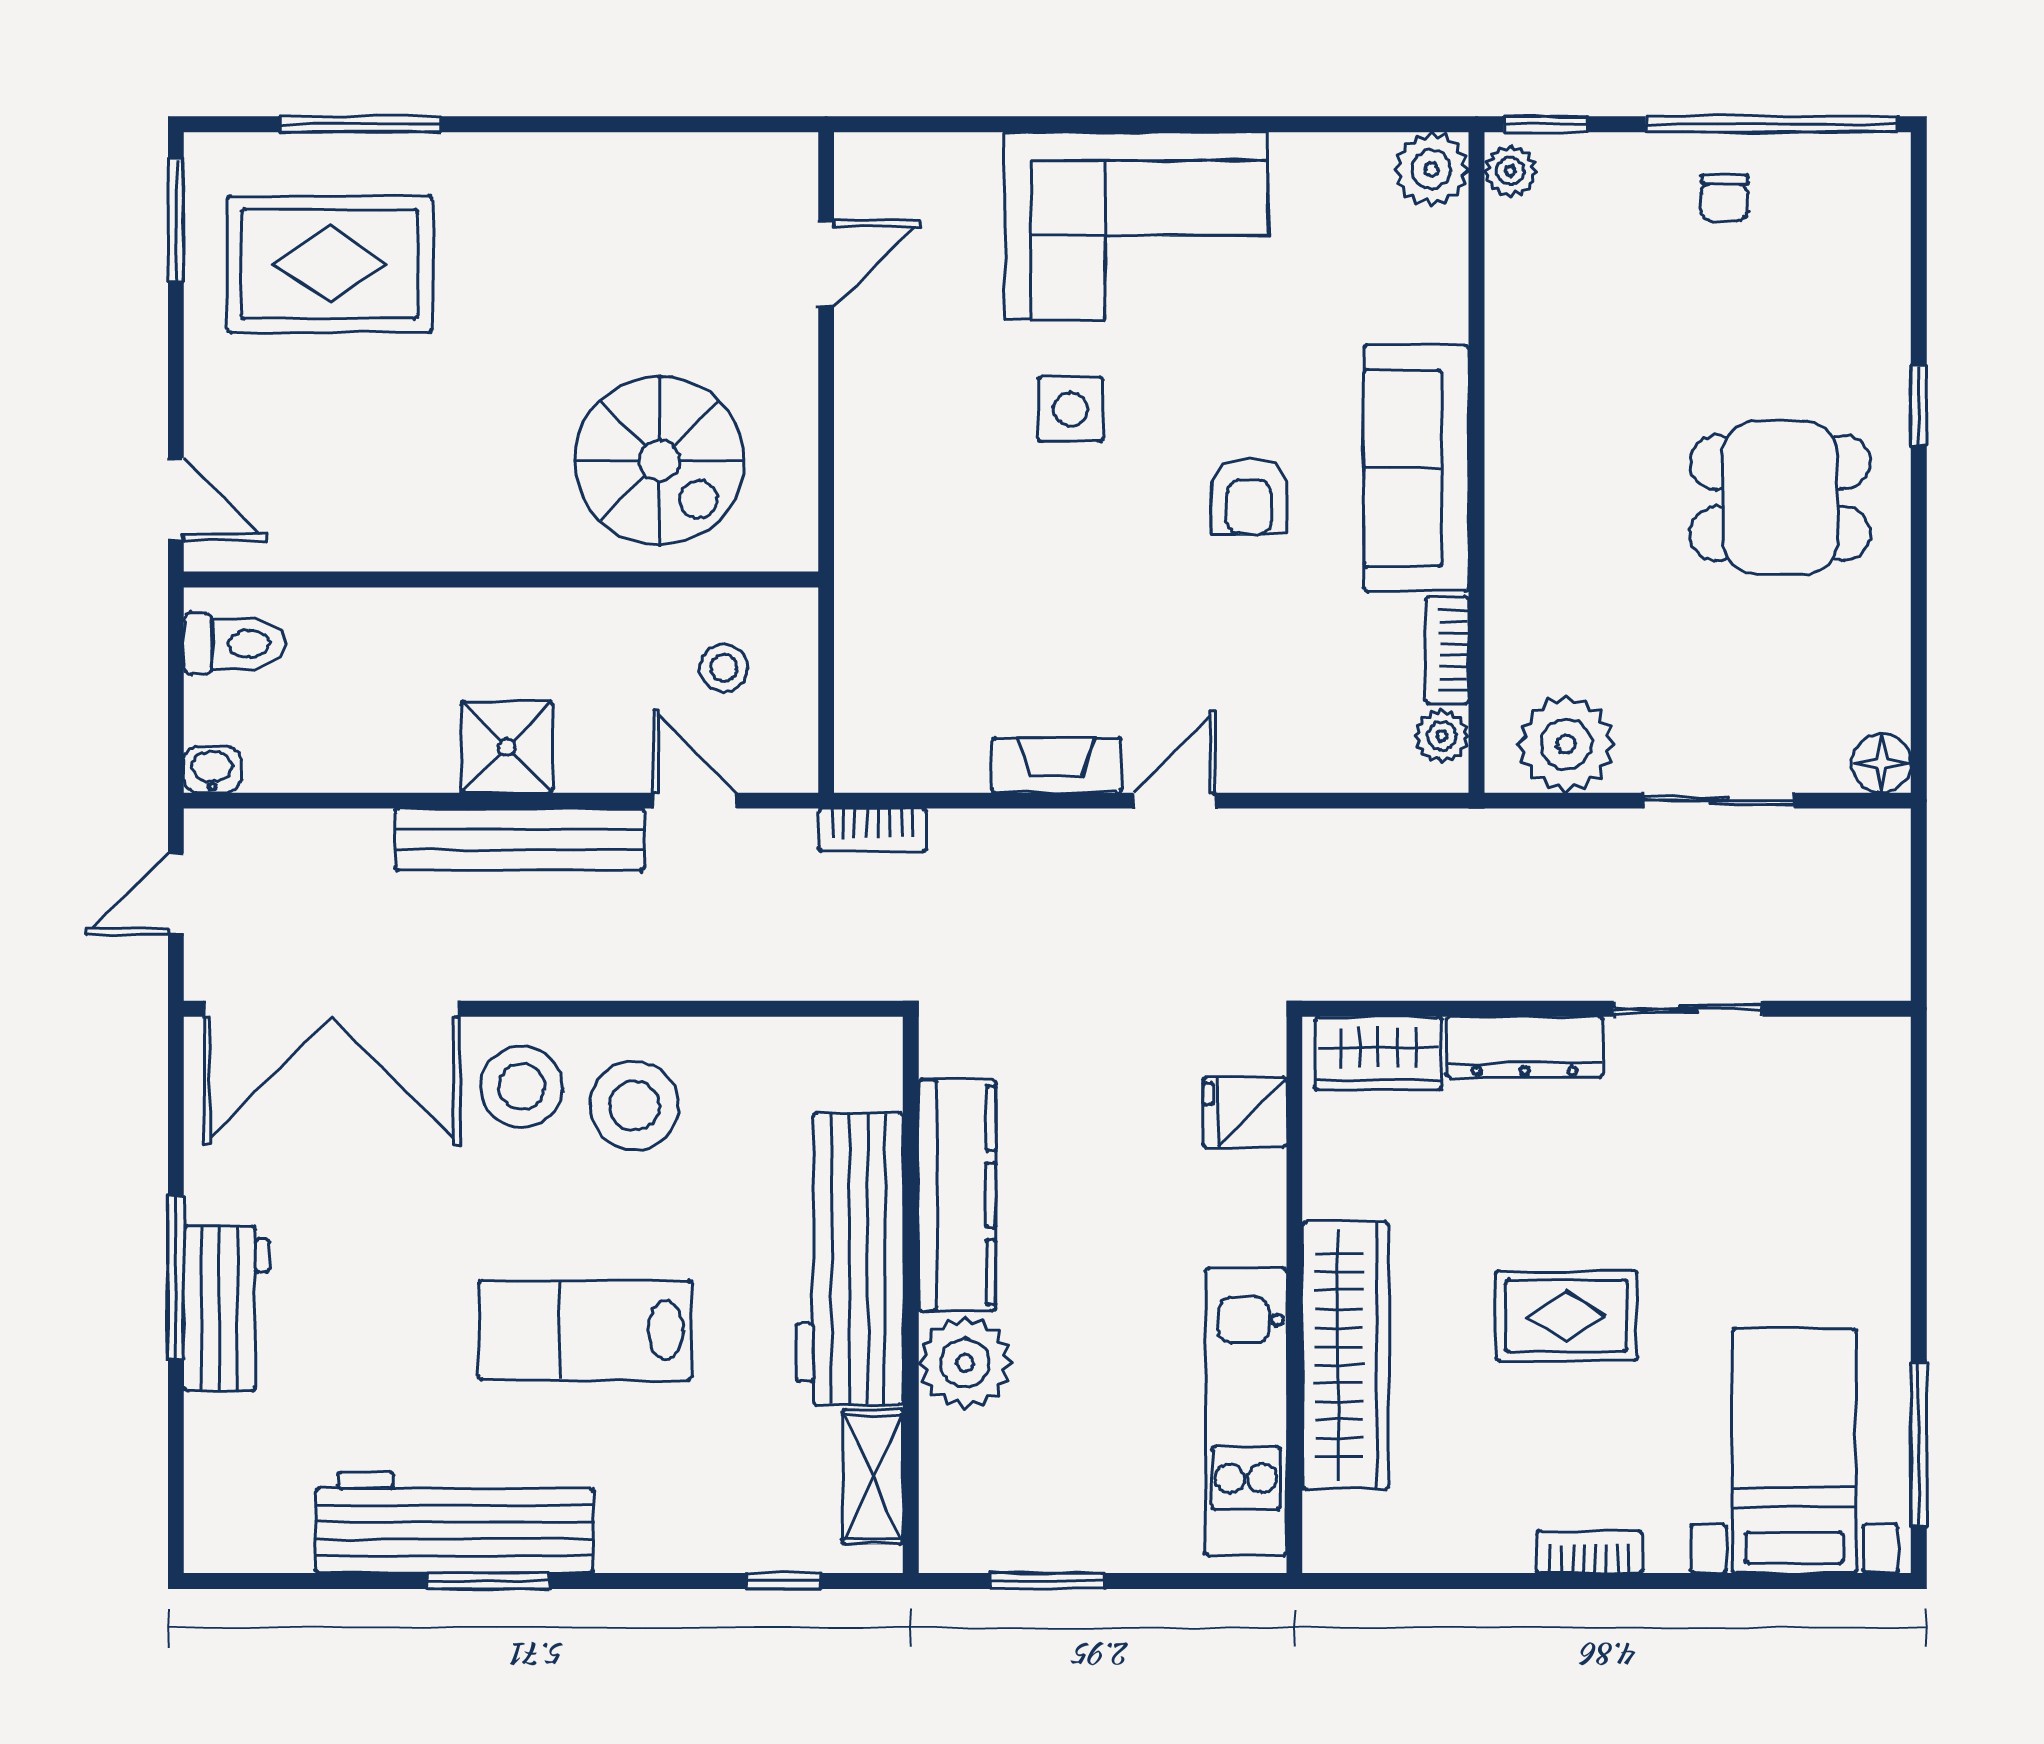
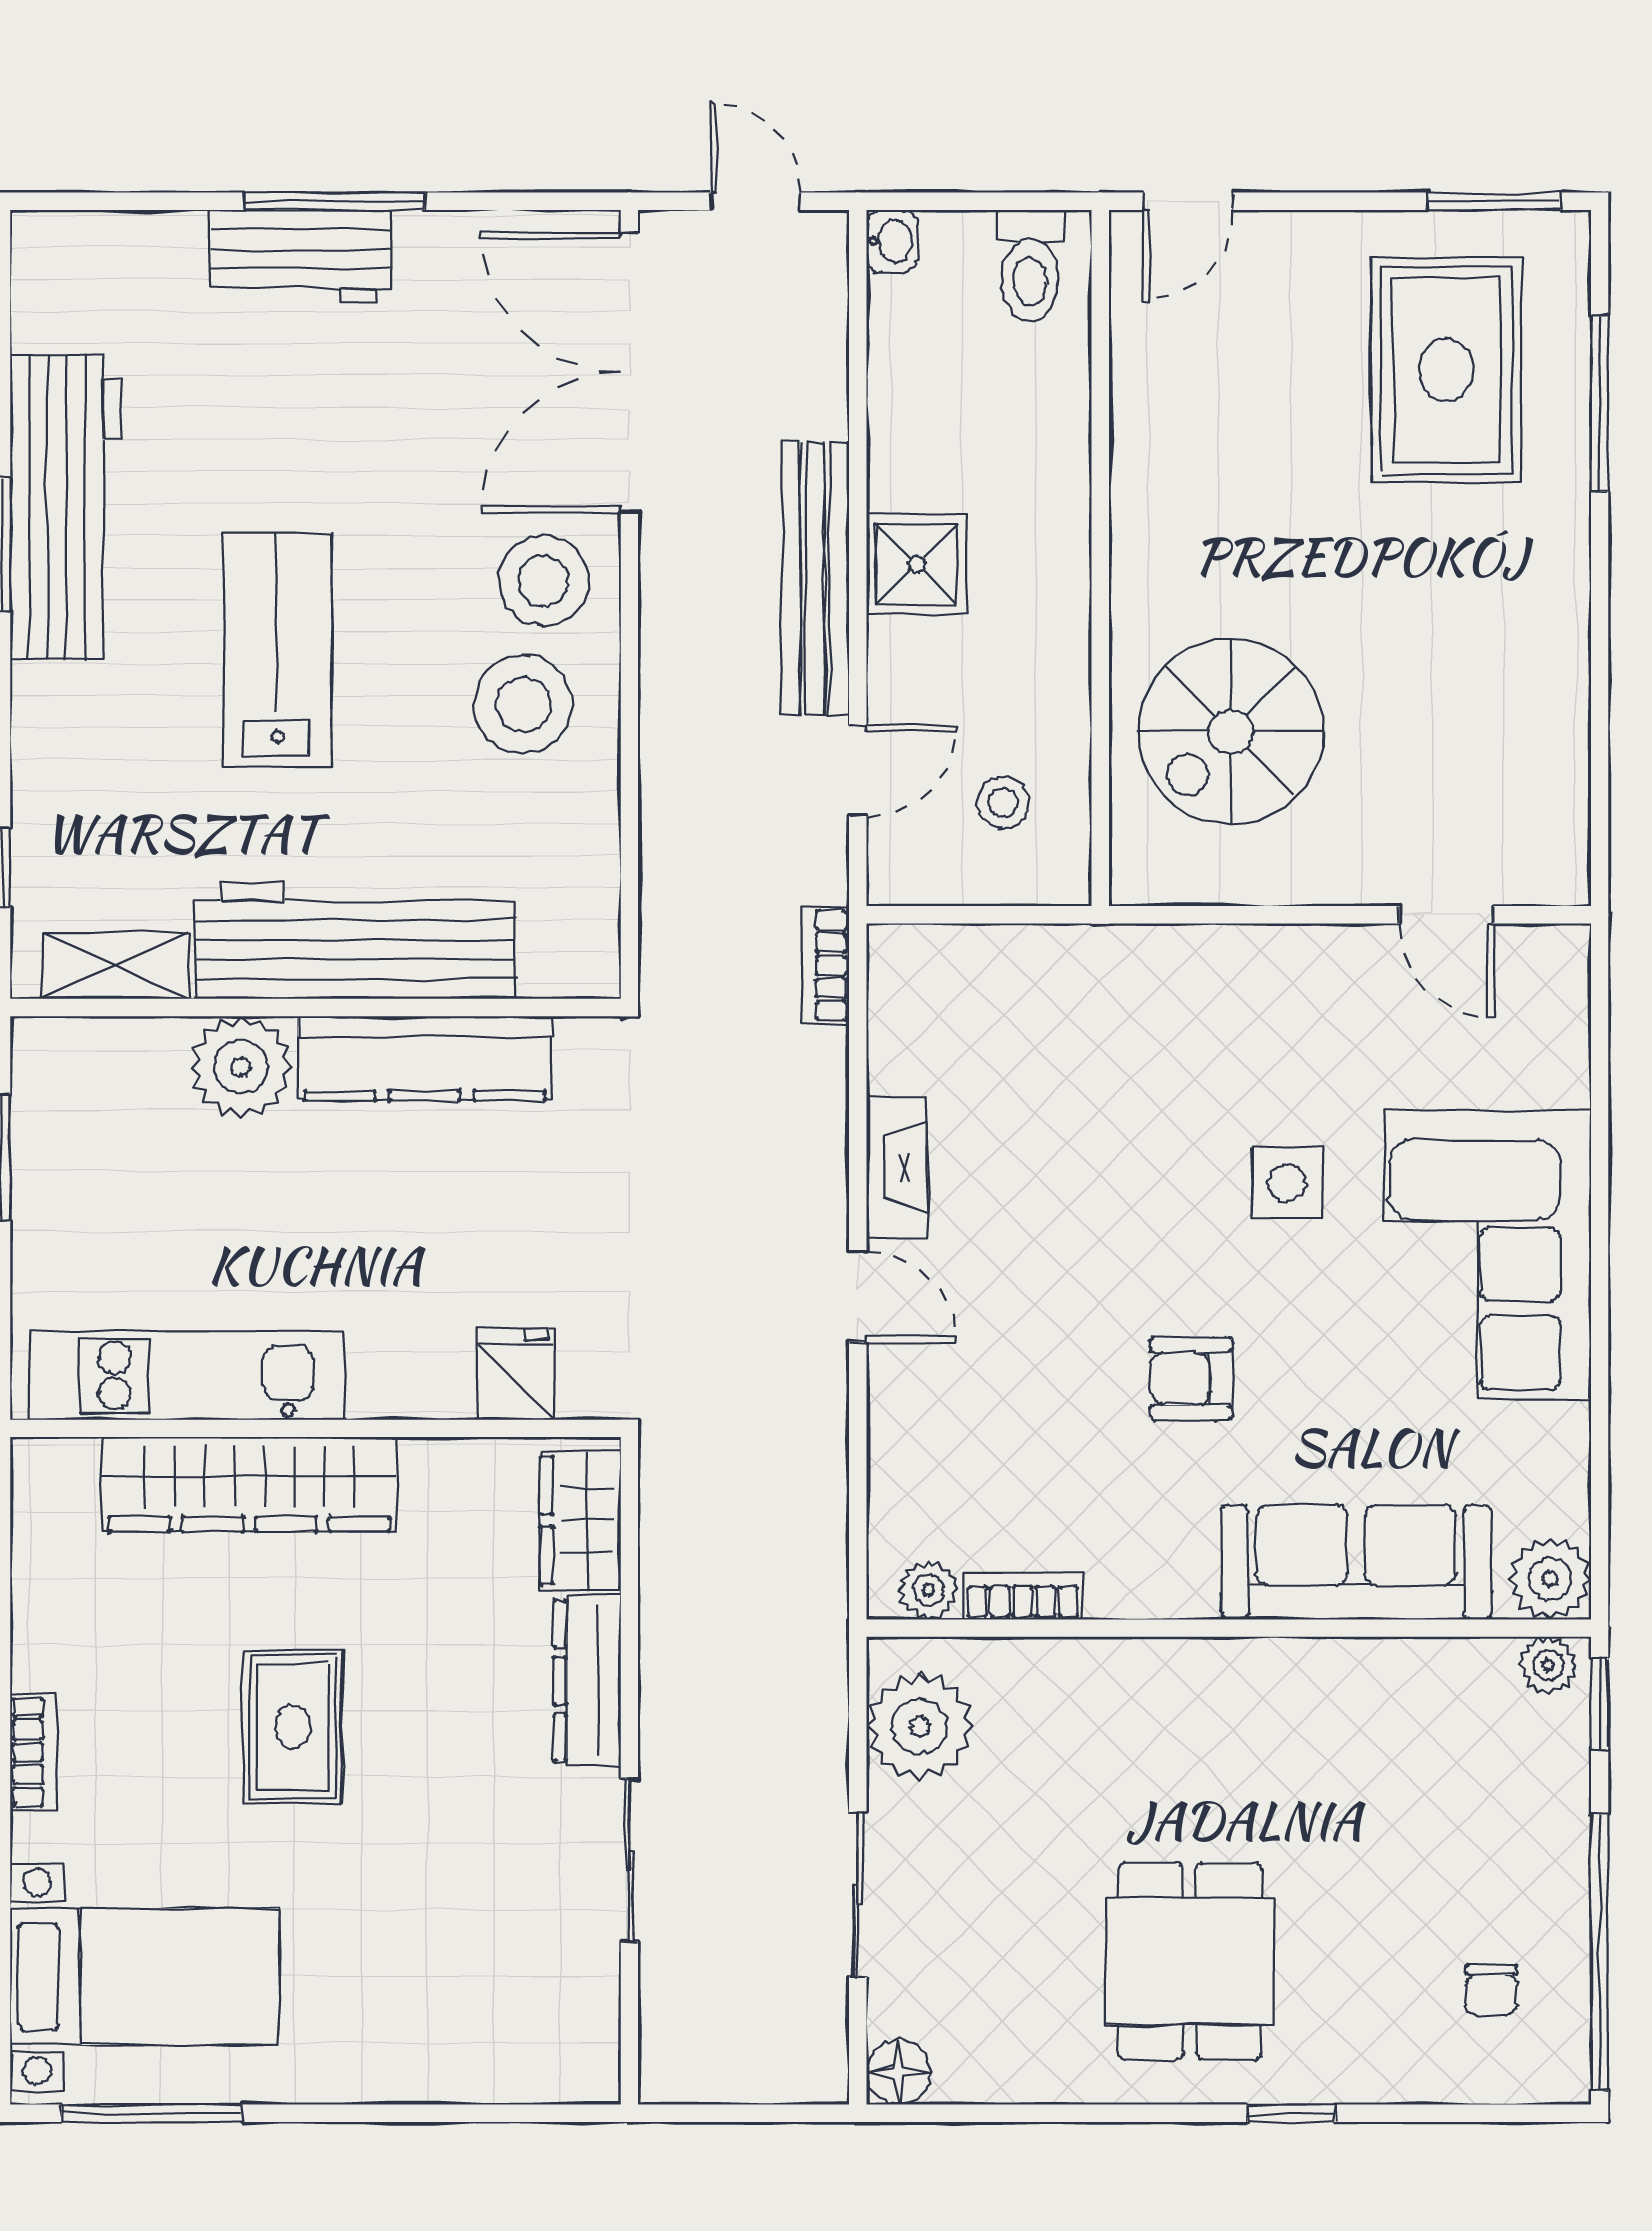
chair: (1724, 198) -> (1491, 1990), moved, turned -91
sofa: (1416, 468) -> (1356, 1562), moved

